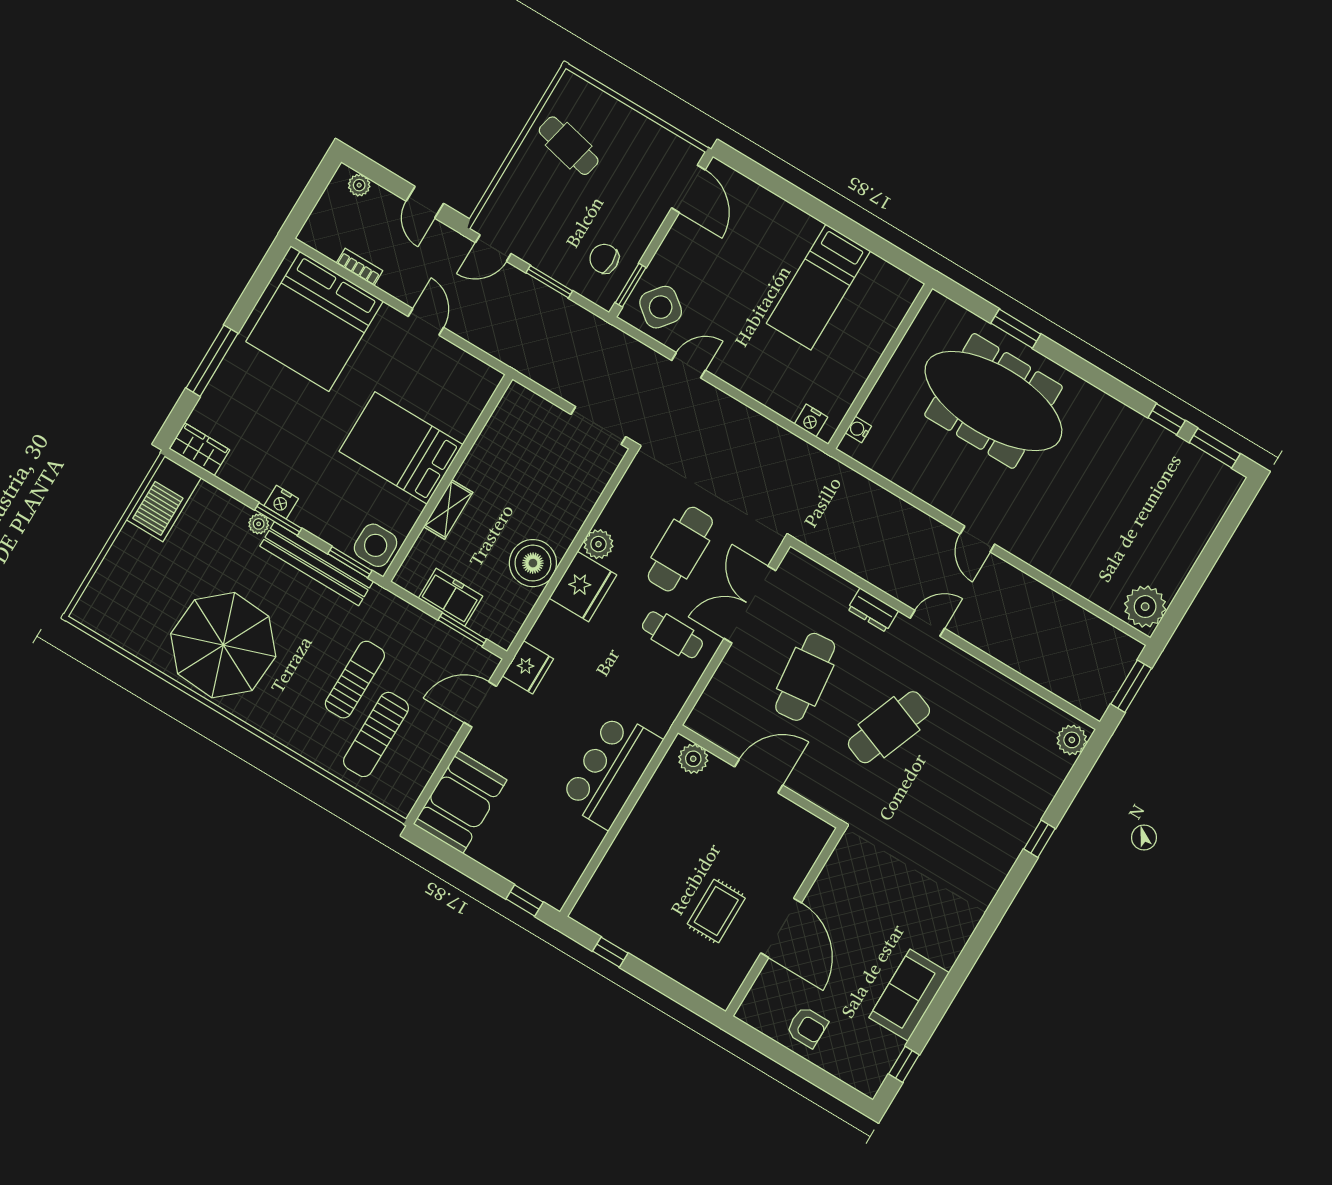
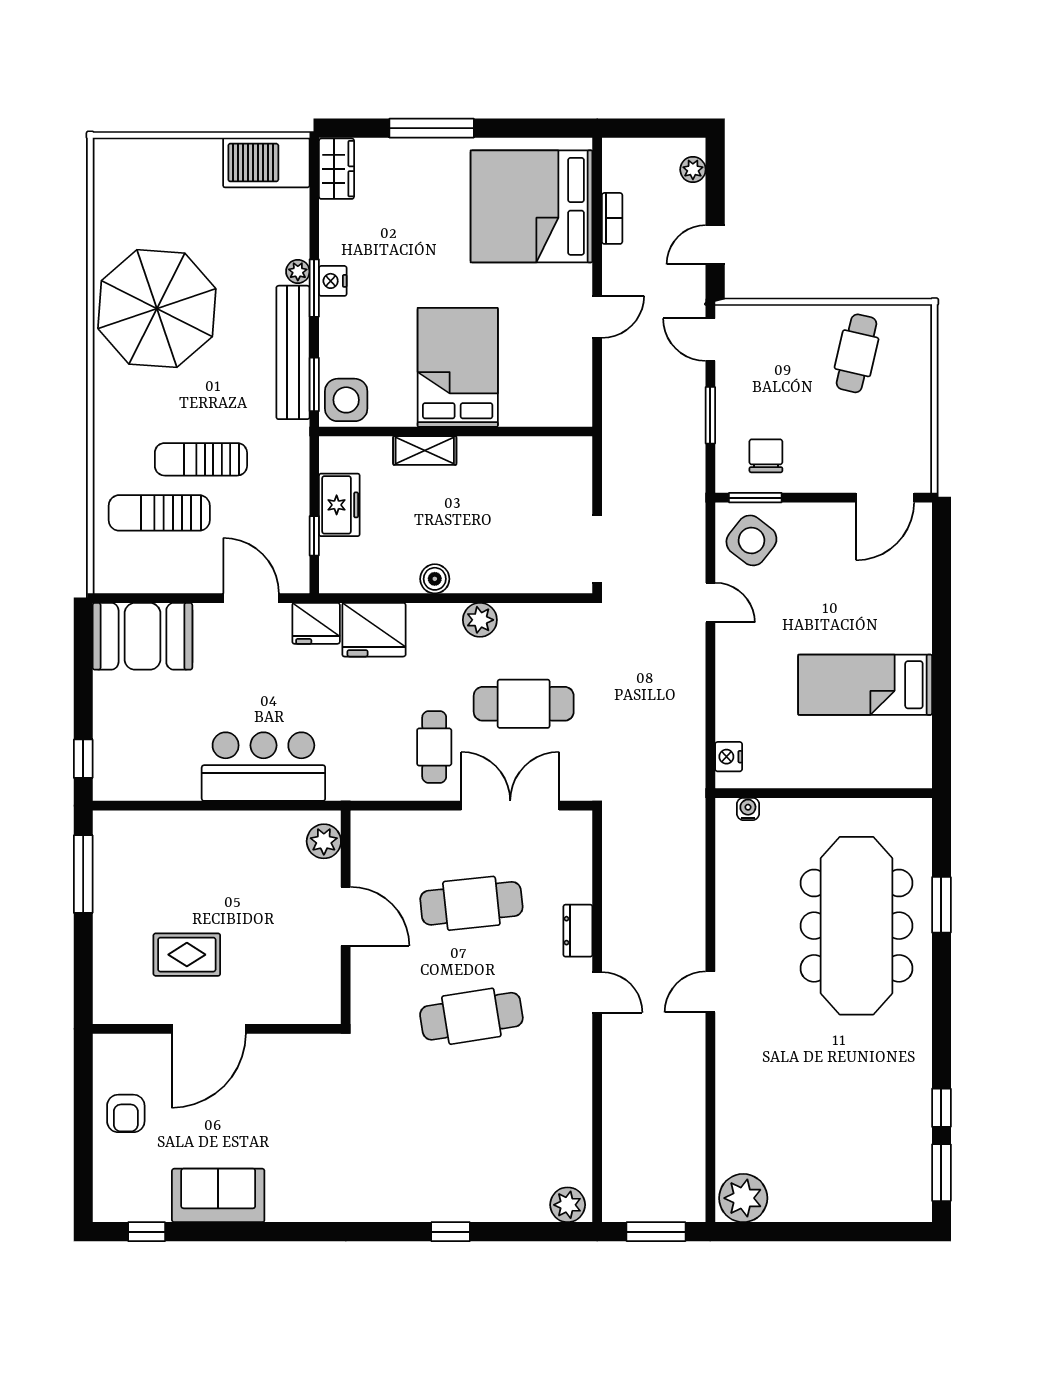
boiler: (533, 563) -> (435, 579), width x0.54, depth x0.54
fridge: (583, 587) -> (374, 630), moved
window: (462, 630) -> (314, 536), width x0.67
sun lounger: (355, 680) -> (201, 459), turned 180
cafe table: (889, 727) -> (471, 1016), turned -30
window: (610, 952) -> (83, 874), width x2.17

